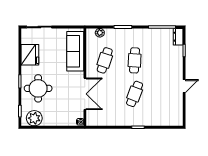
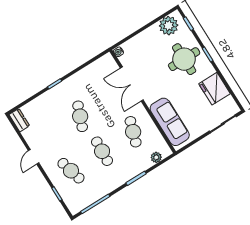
dresser: (178, 37) -> (19, 120), moved
cafe table: (164, 60) -> (71, 171), added

